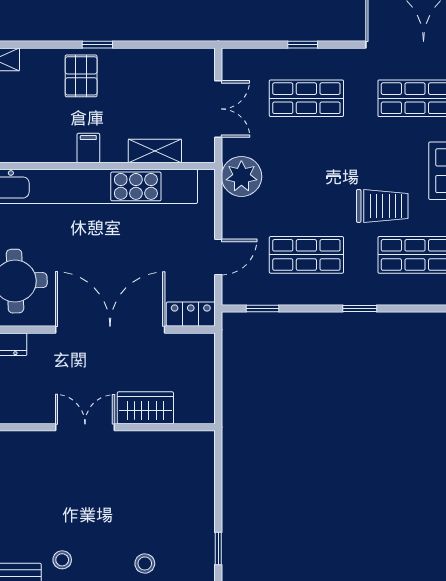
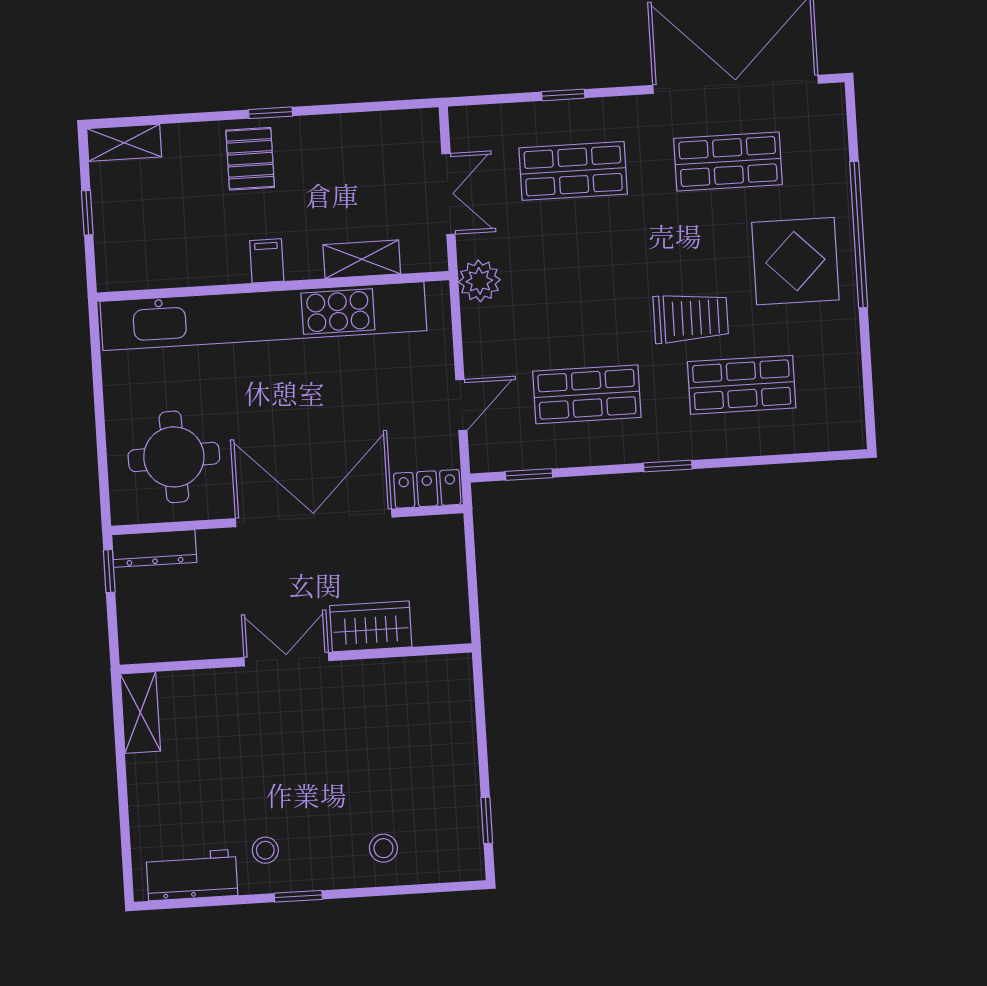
plant: (241, 176) -> (479, 281), width x0.73, depth x0.73

